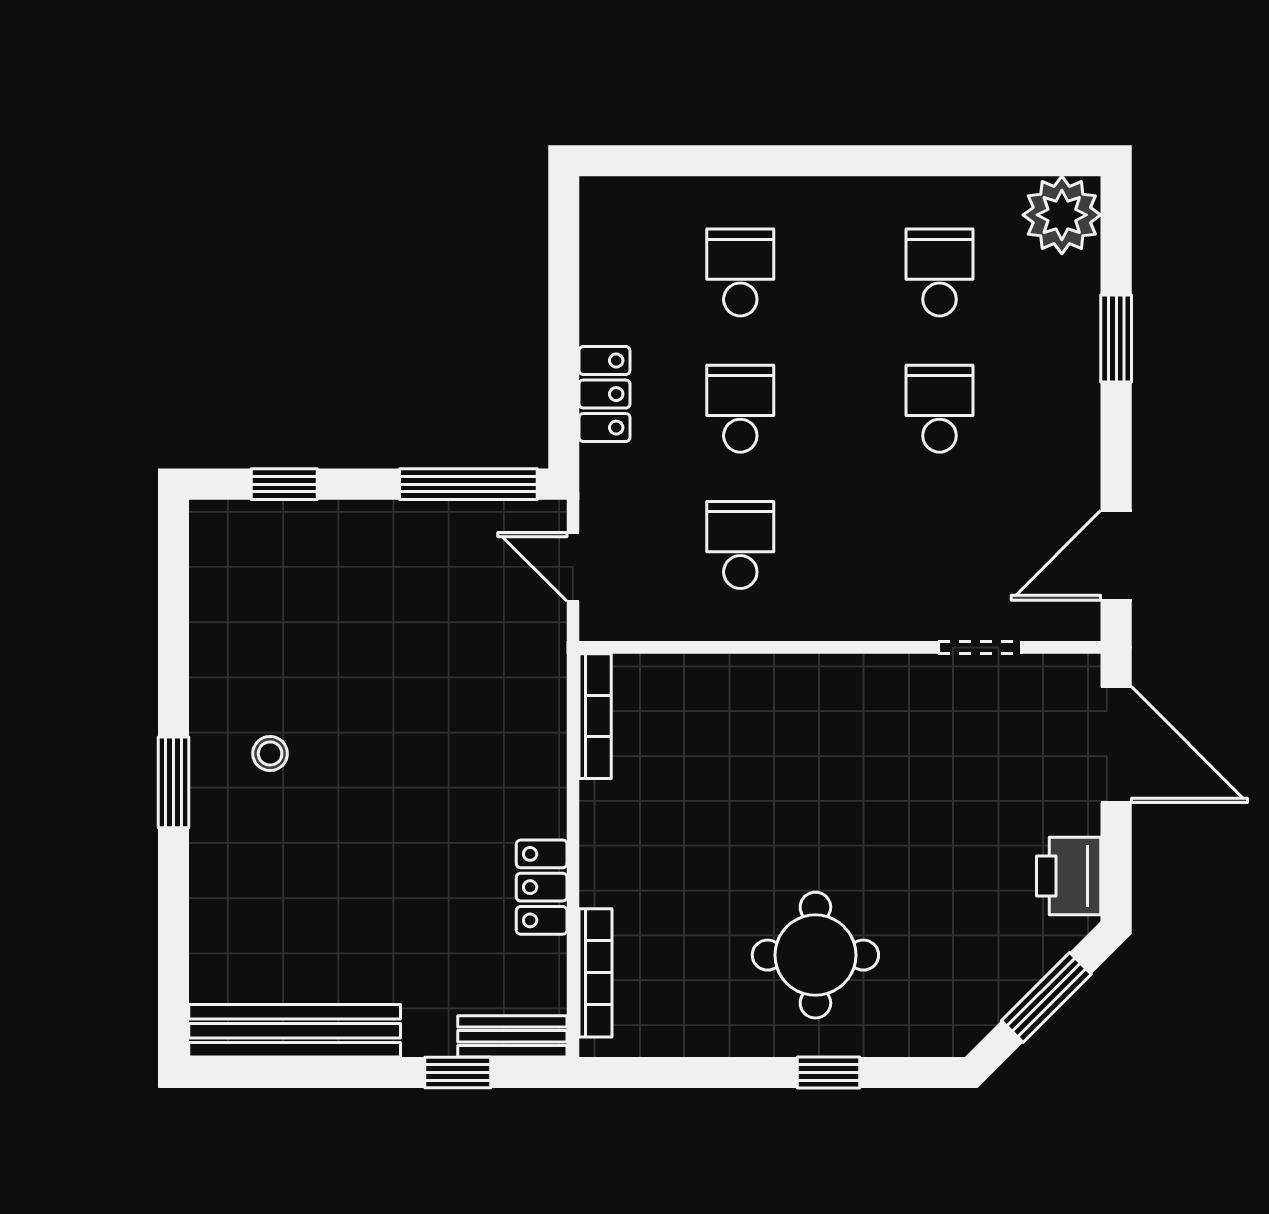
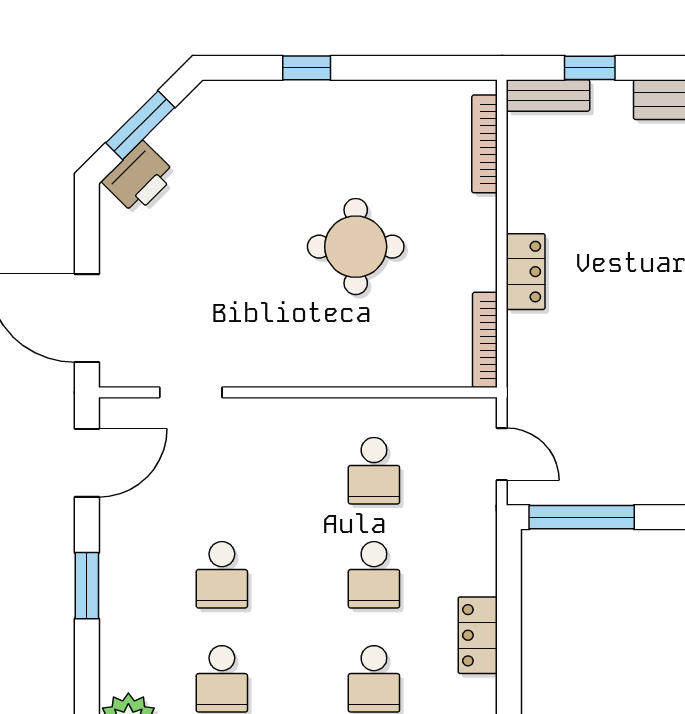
window: (1116, 339) -> (87, 586), moved
locker: (605, 394) -> (478, 635), moved
printer: (1069, 876) -> (139, 178), moved, turned 45
locker: (542, 887) -> (526, 272), moved
round table: (815, 955) -> (356, 247), moved

